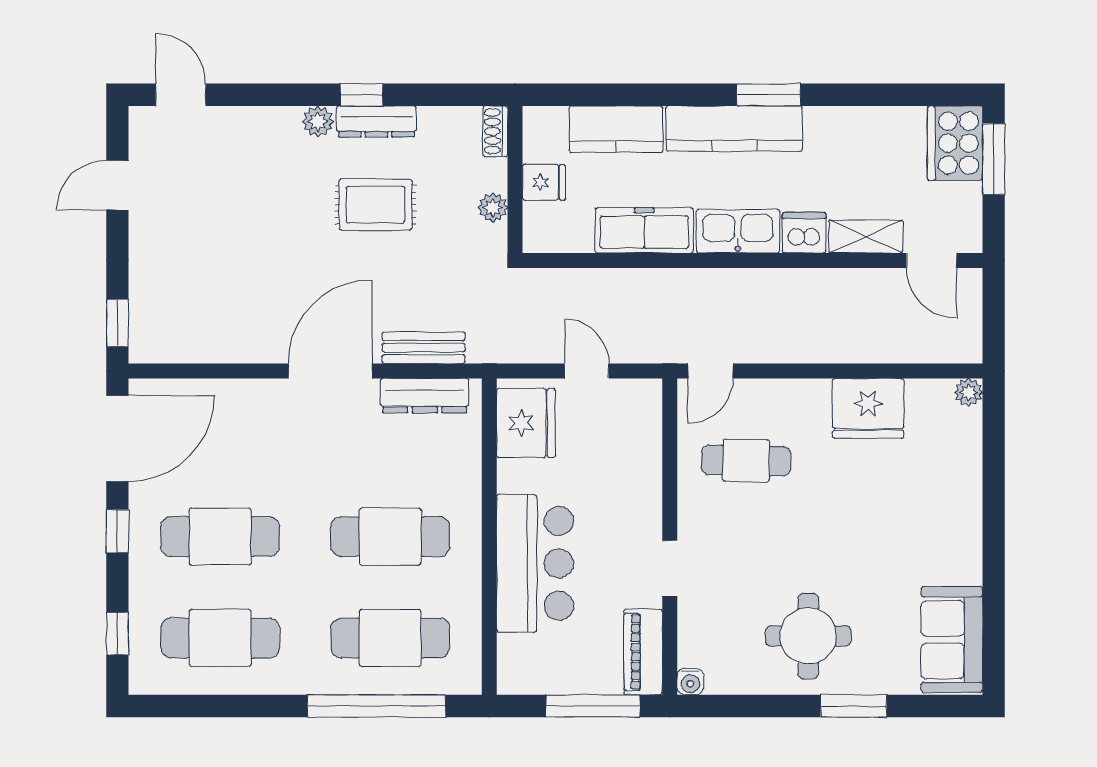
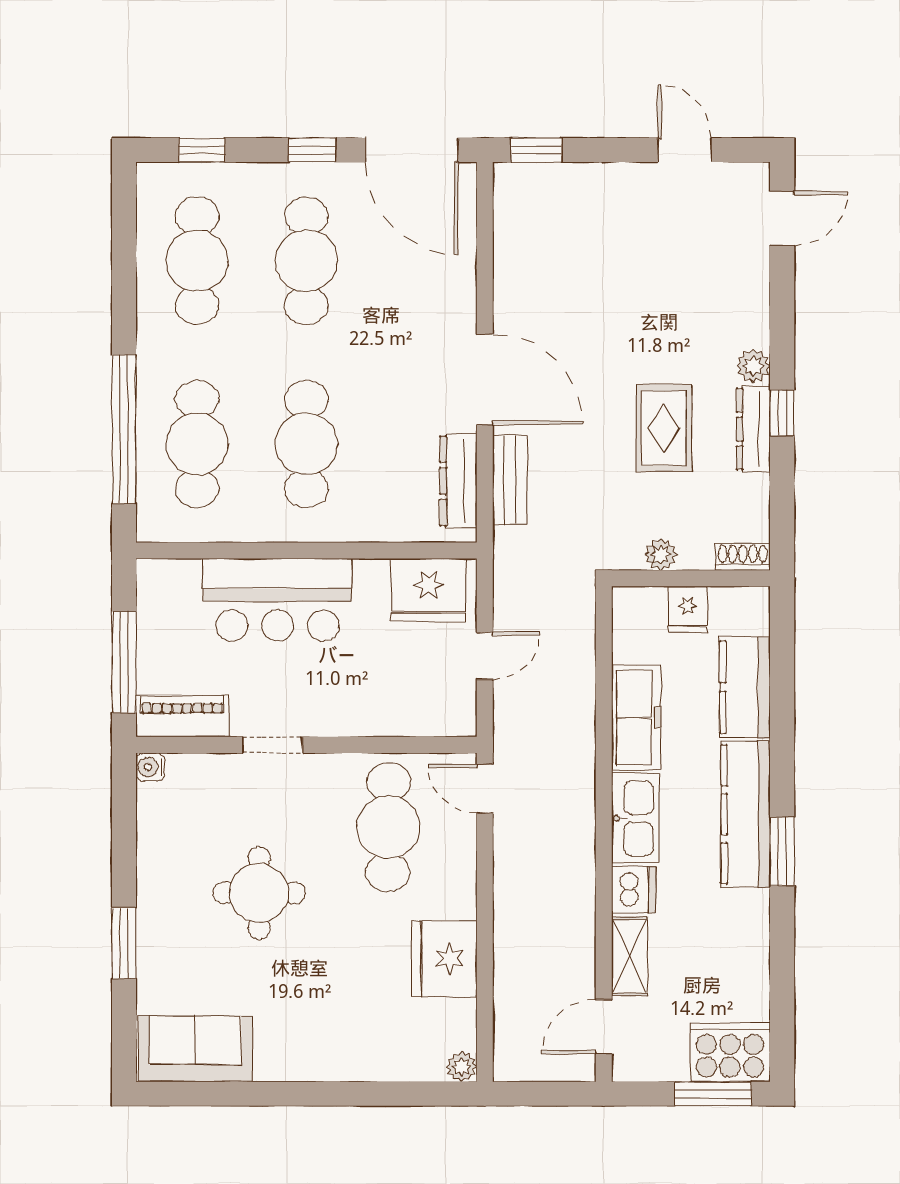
cafe table: (746, 461) -> (388, 827), width x1.37, depth x1.35
round table: (808, 636) -> (259, 893), moved

